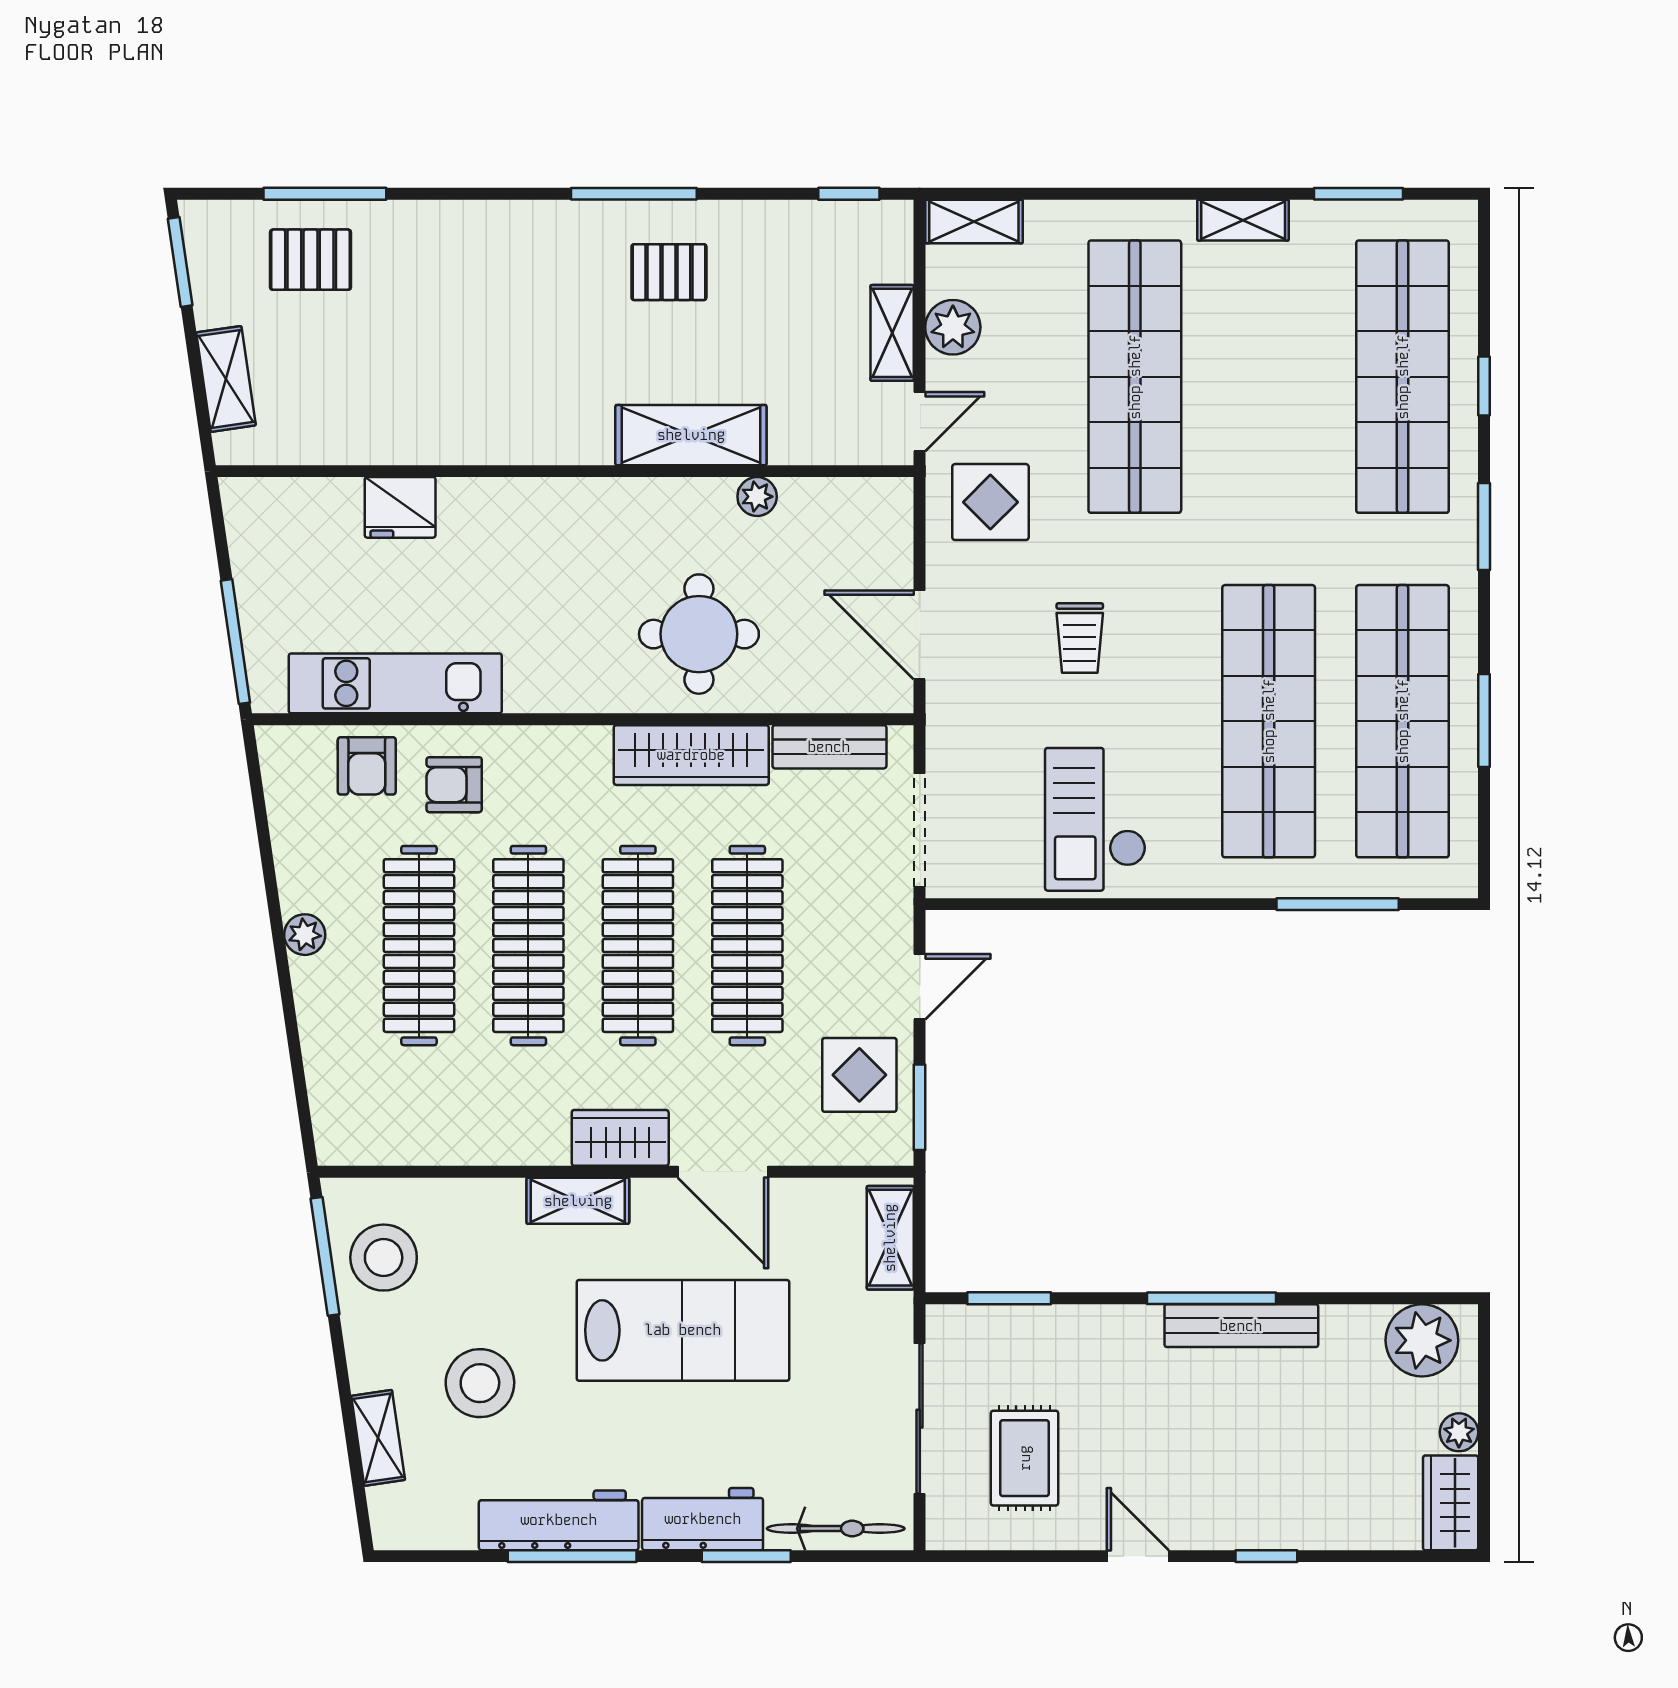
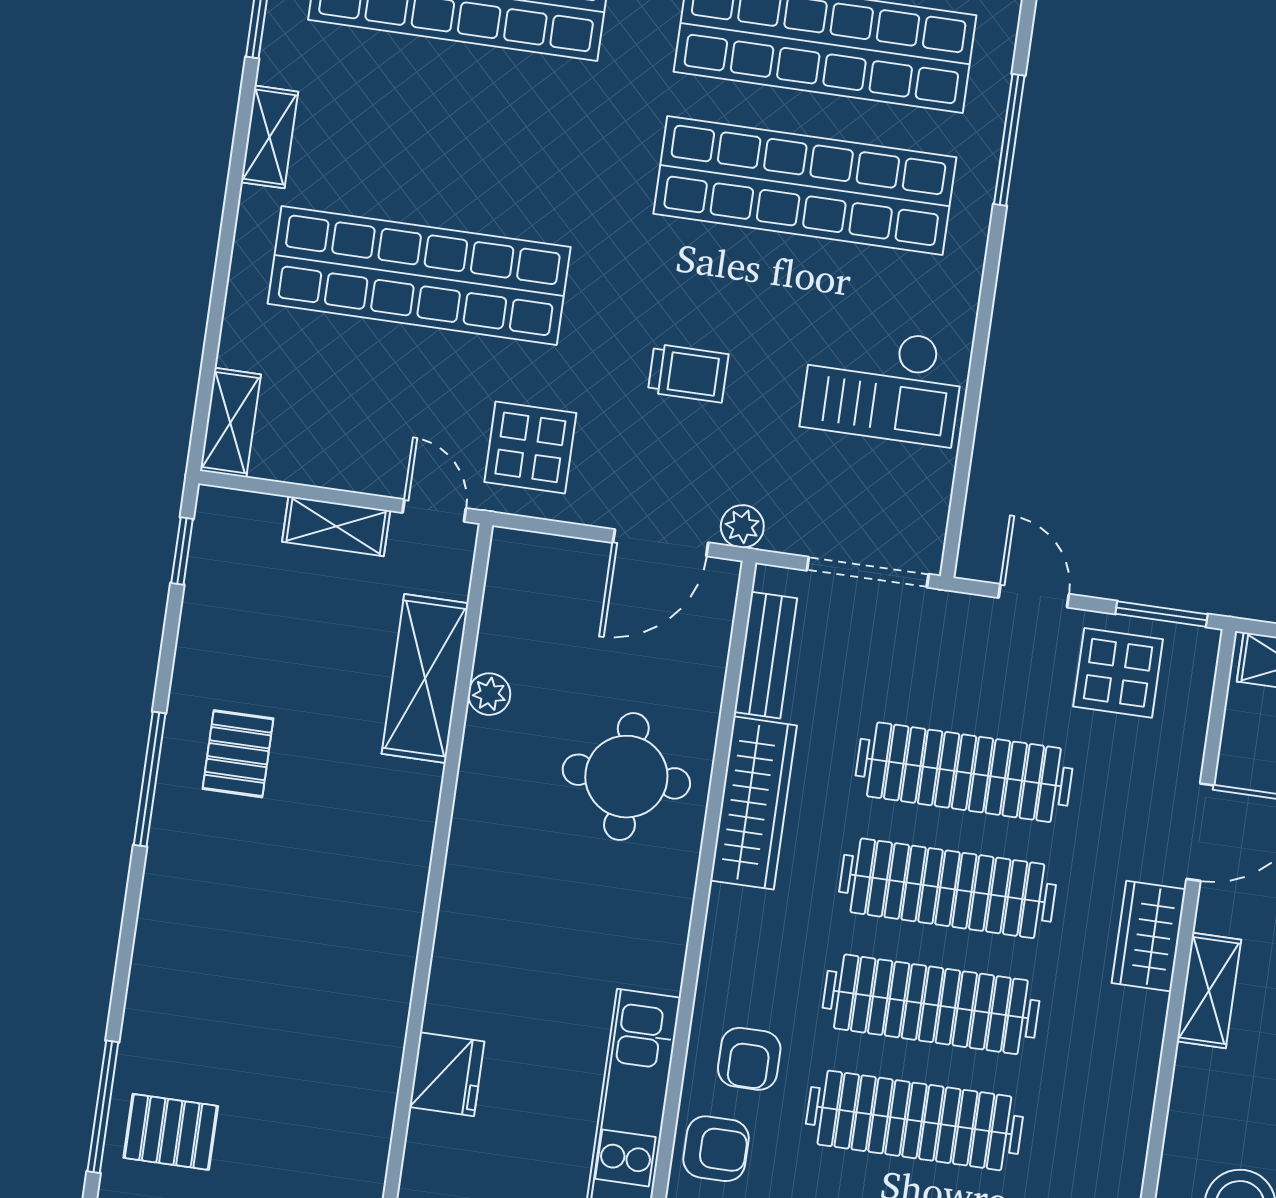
pallet: (311, 260) -> (171, 1132), turned 90
plant: (953, 327) -> (742, 526), moved, width x0.73, depth x0.73
shelving: (691, 435) -> (425, 678), moved

